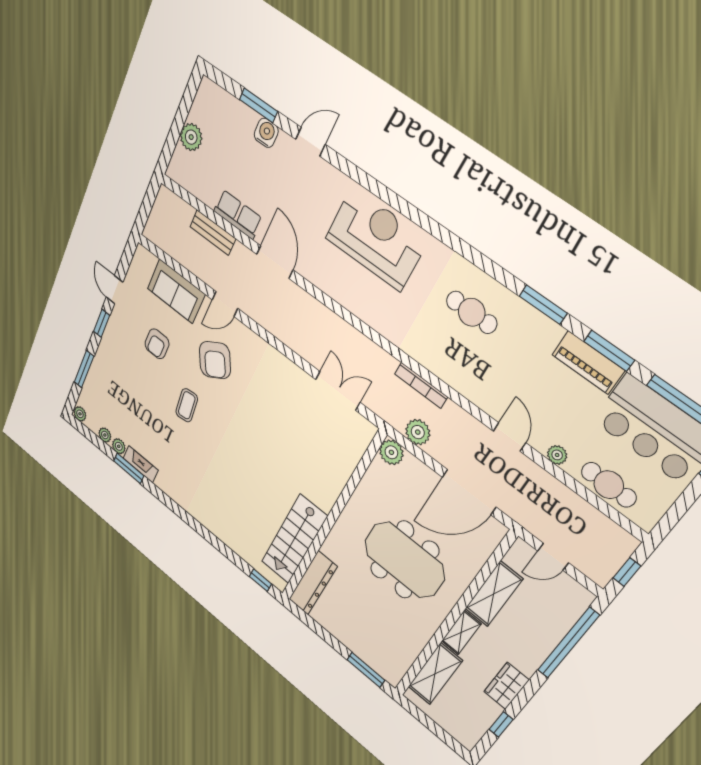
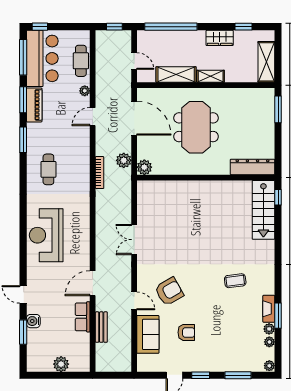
double door: (338, 391) -> (134, 240), moved
coffee table: (187, 405) -> (235, 281), moved
stairs: (294, 539) -> (263, 210), moved, turned 90
shelving: (435, 674) -> (266, 62), moved, turned 90

